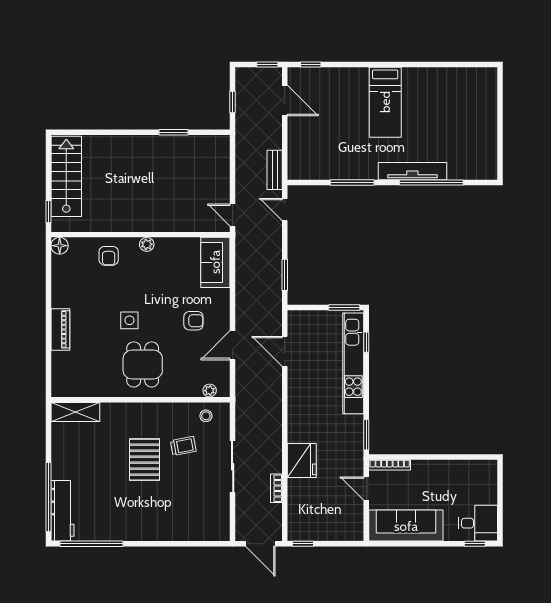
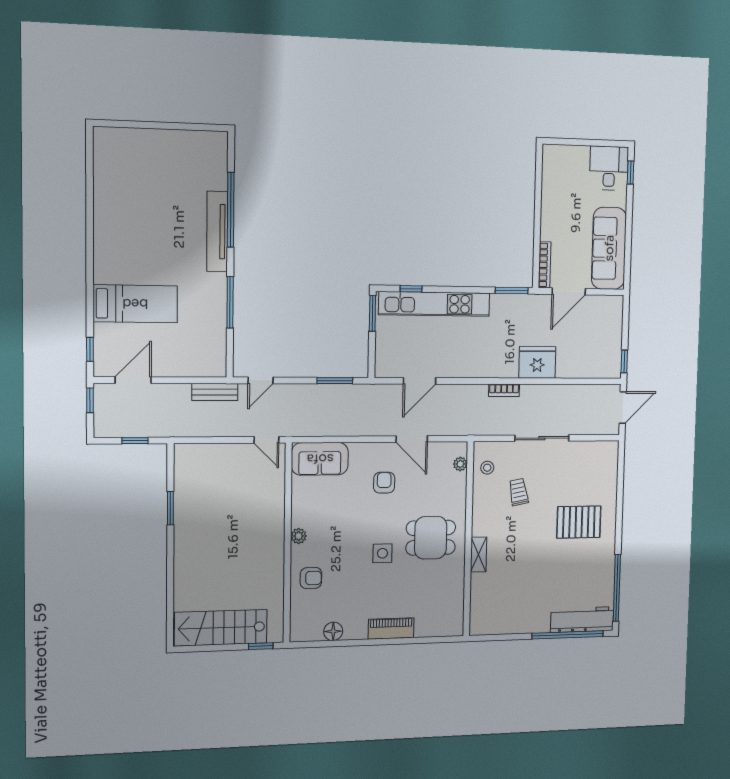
bed: (385, 102) -> (135, 304), moved
door: (233, 215) -> (266, 440), hinge flipped
floor lamp: (60, 246) -> (333, 631), moved
shelving: (75, 412) -> (479, 554), moved, width x0.67, depth x0.75
pallet: (145, 460) -> (579, 522), moved
bookcase: (276, 488) -> (504, 390), moved
door: (366, 488) -> (569, 291), width x1.38

